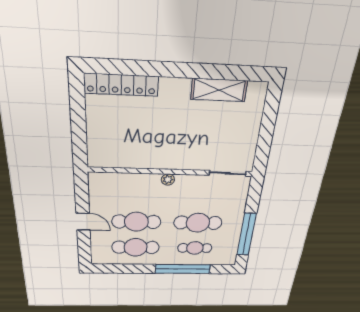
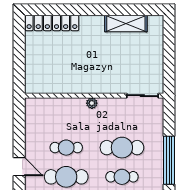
door: (83, 222) -> (19, 167), moved
cafe table: (136, 222) -> (66, 148), width x0.73, depth x0.74

